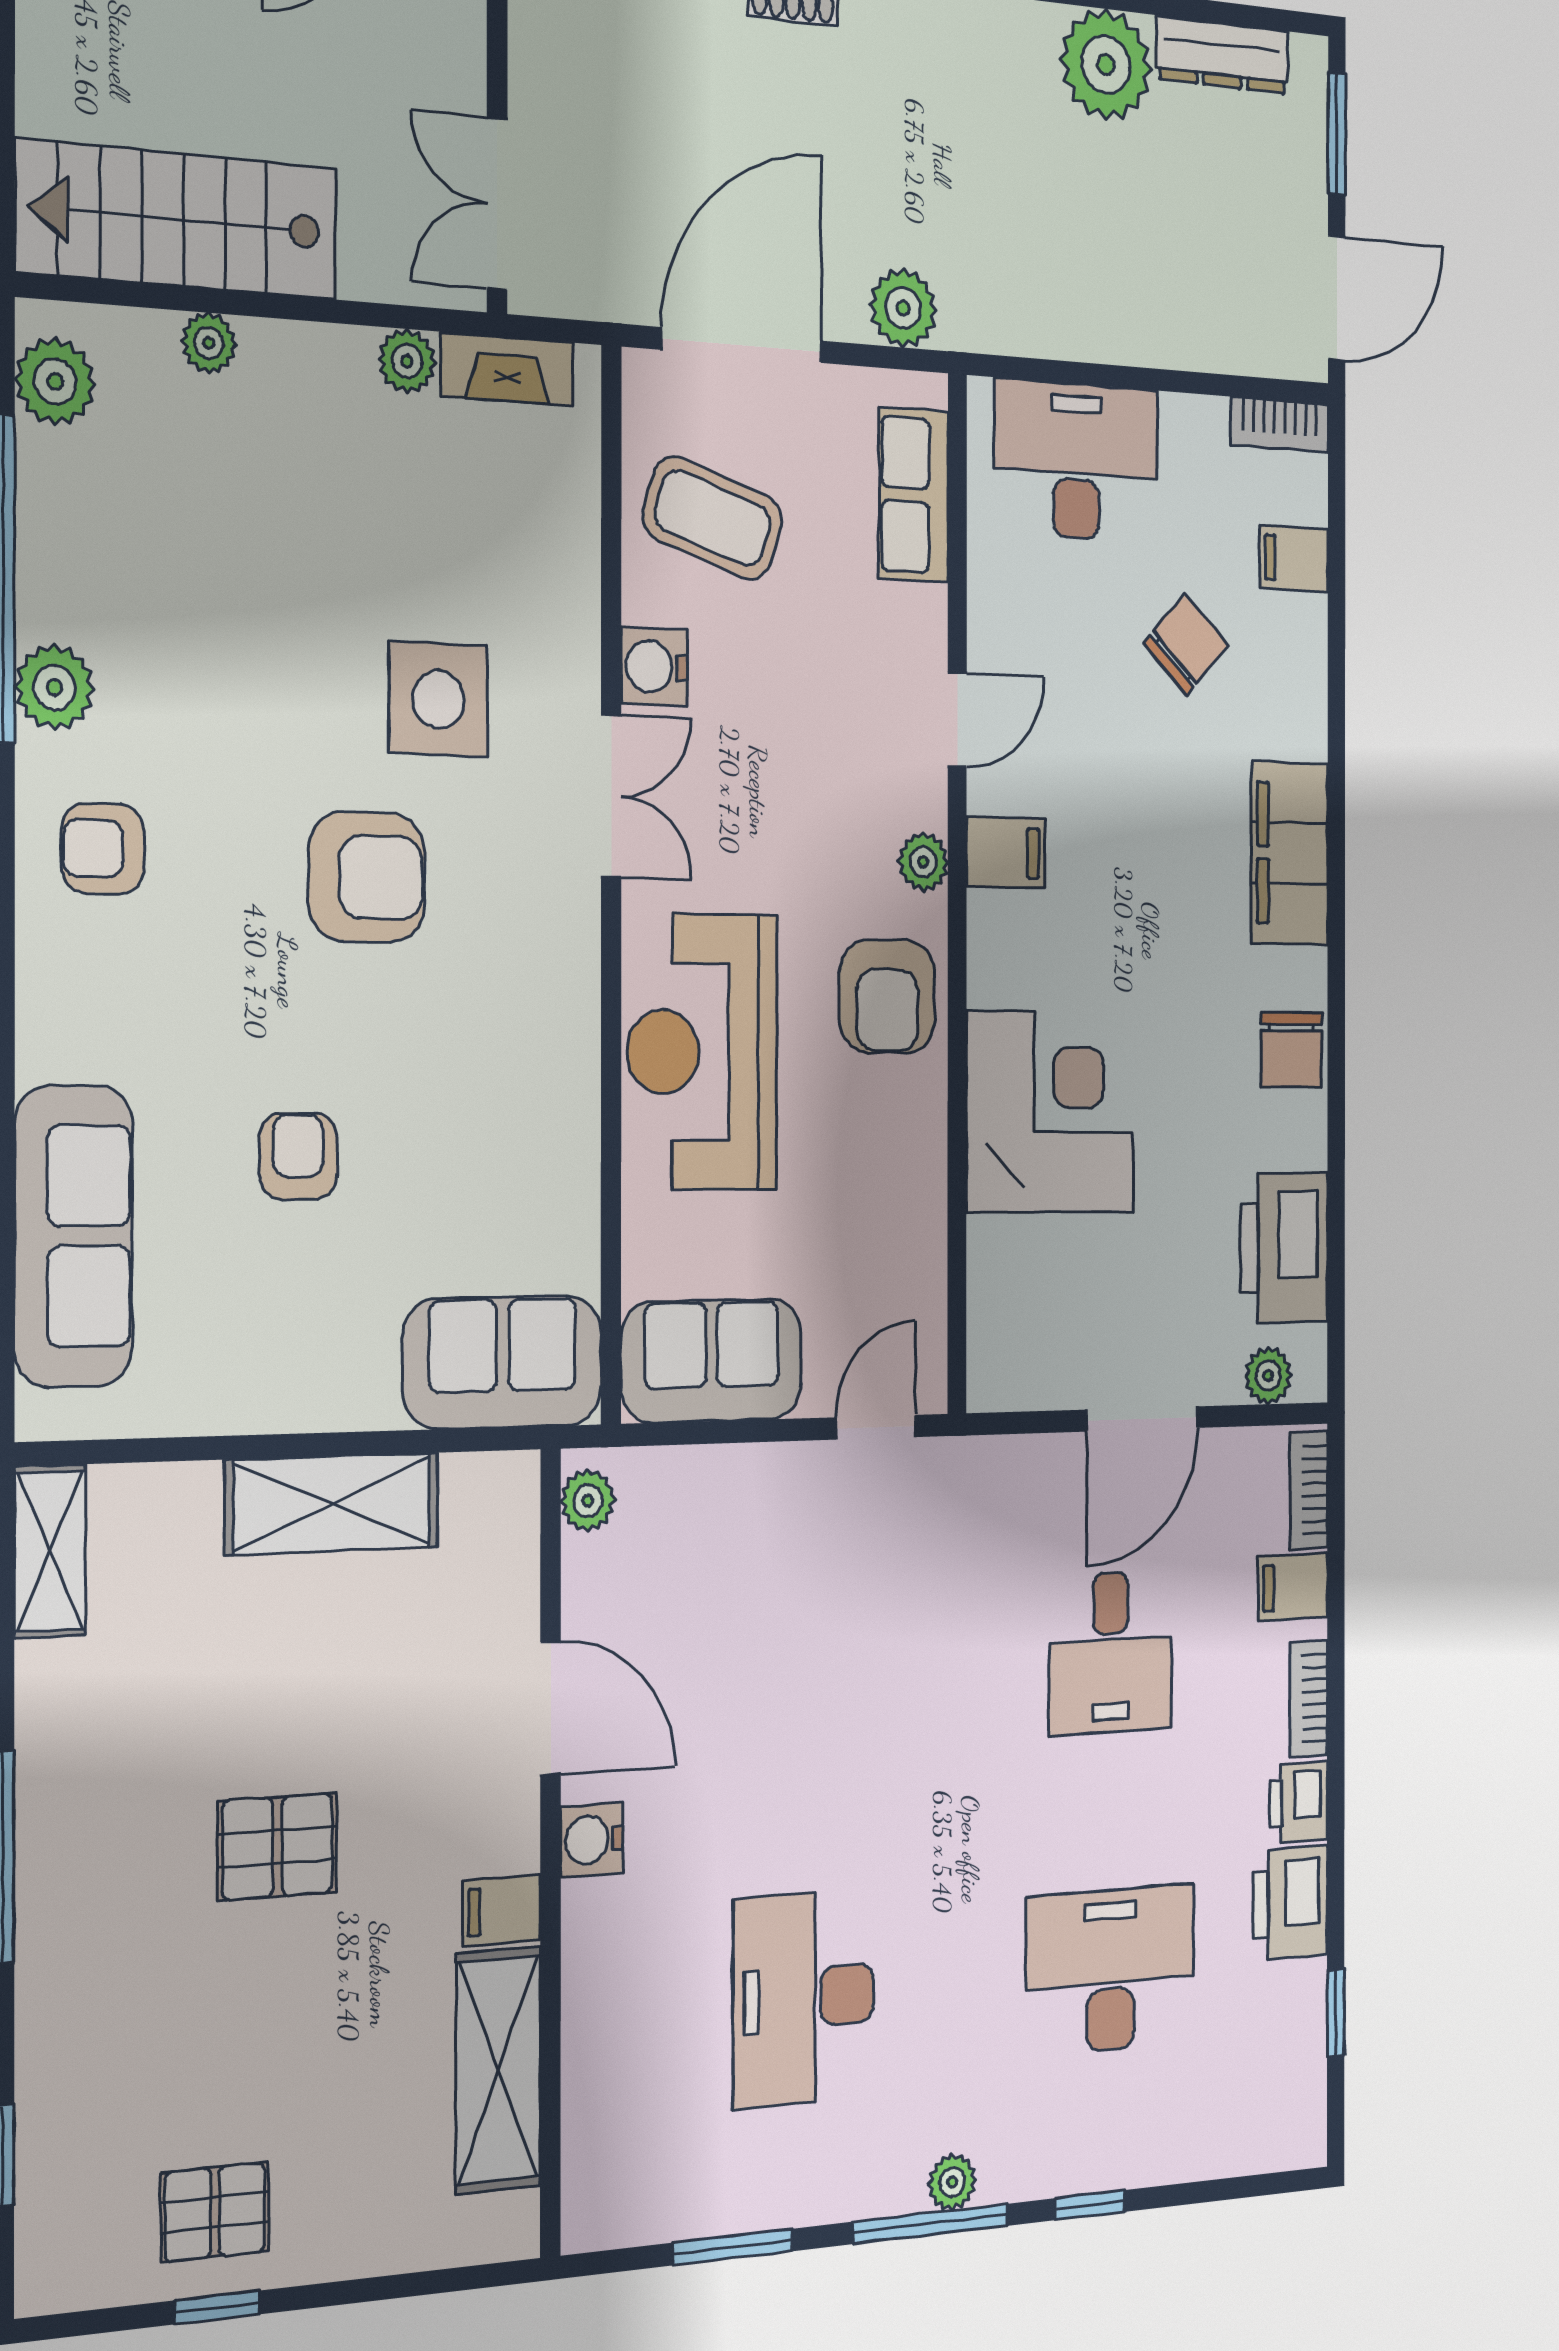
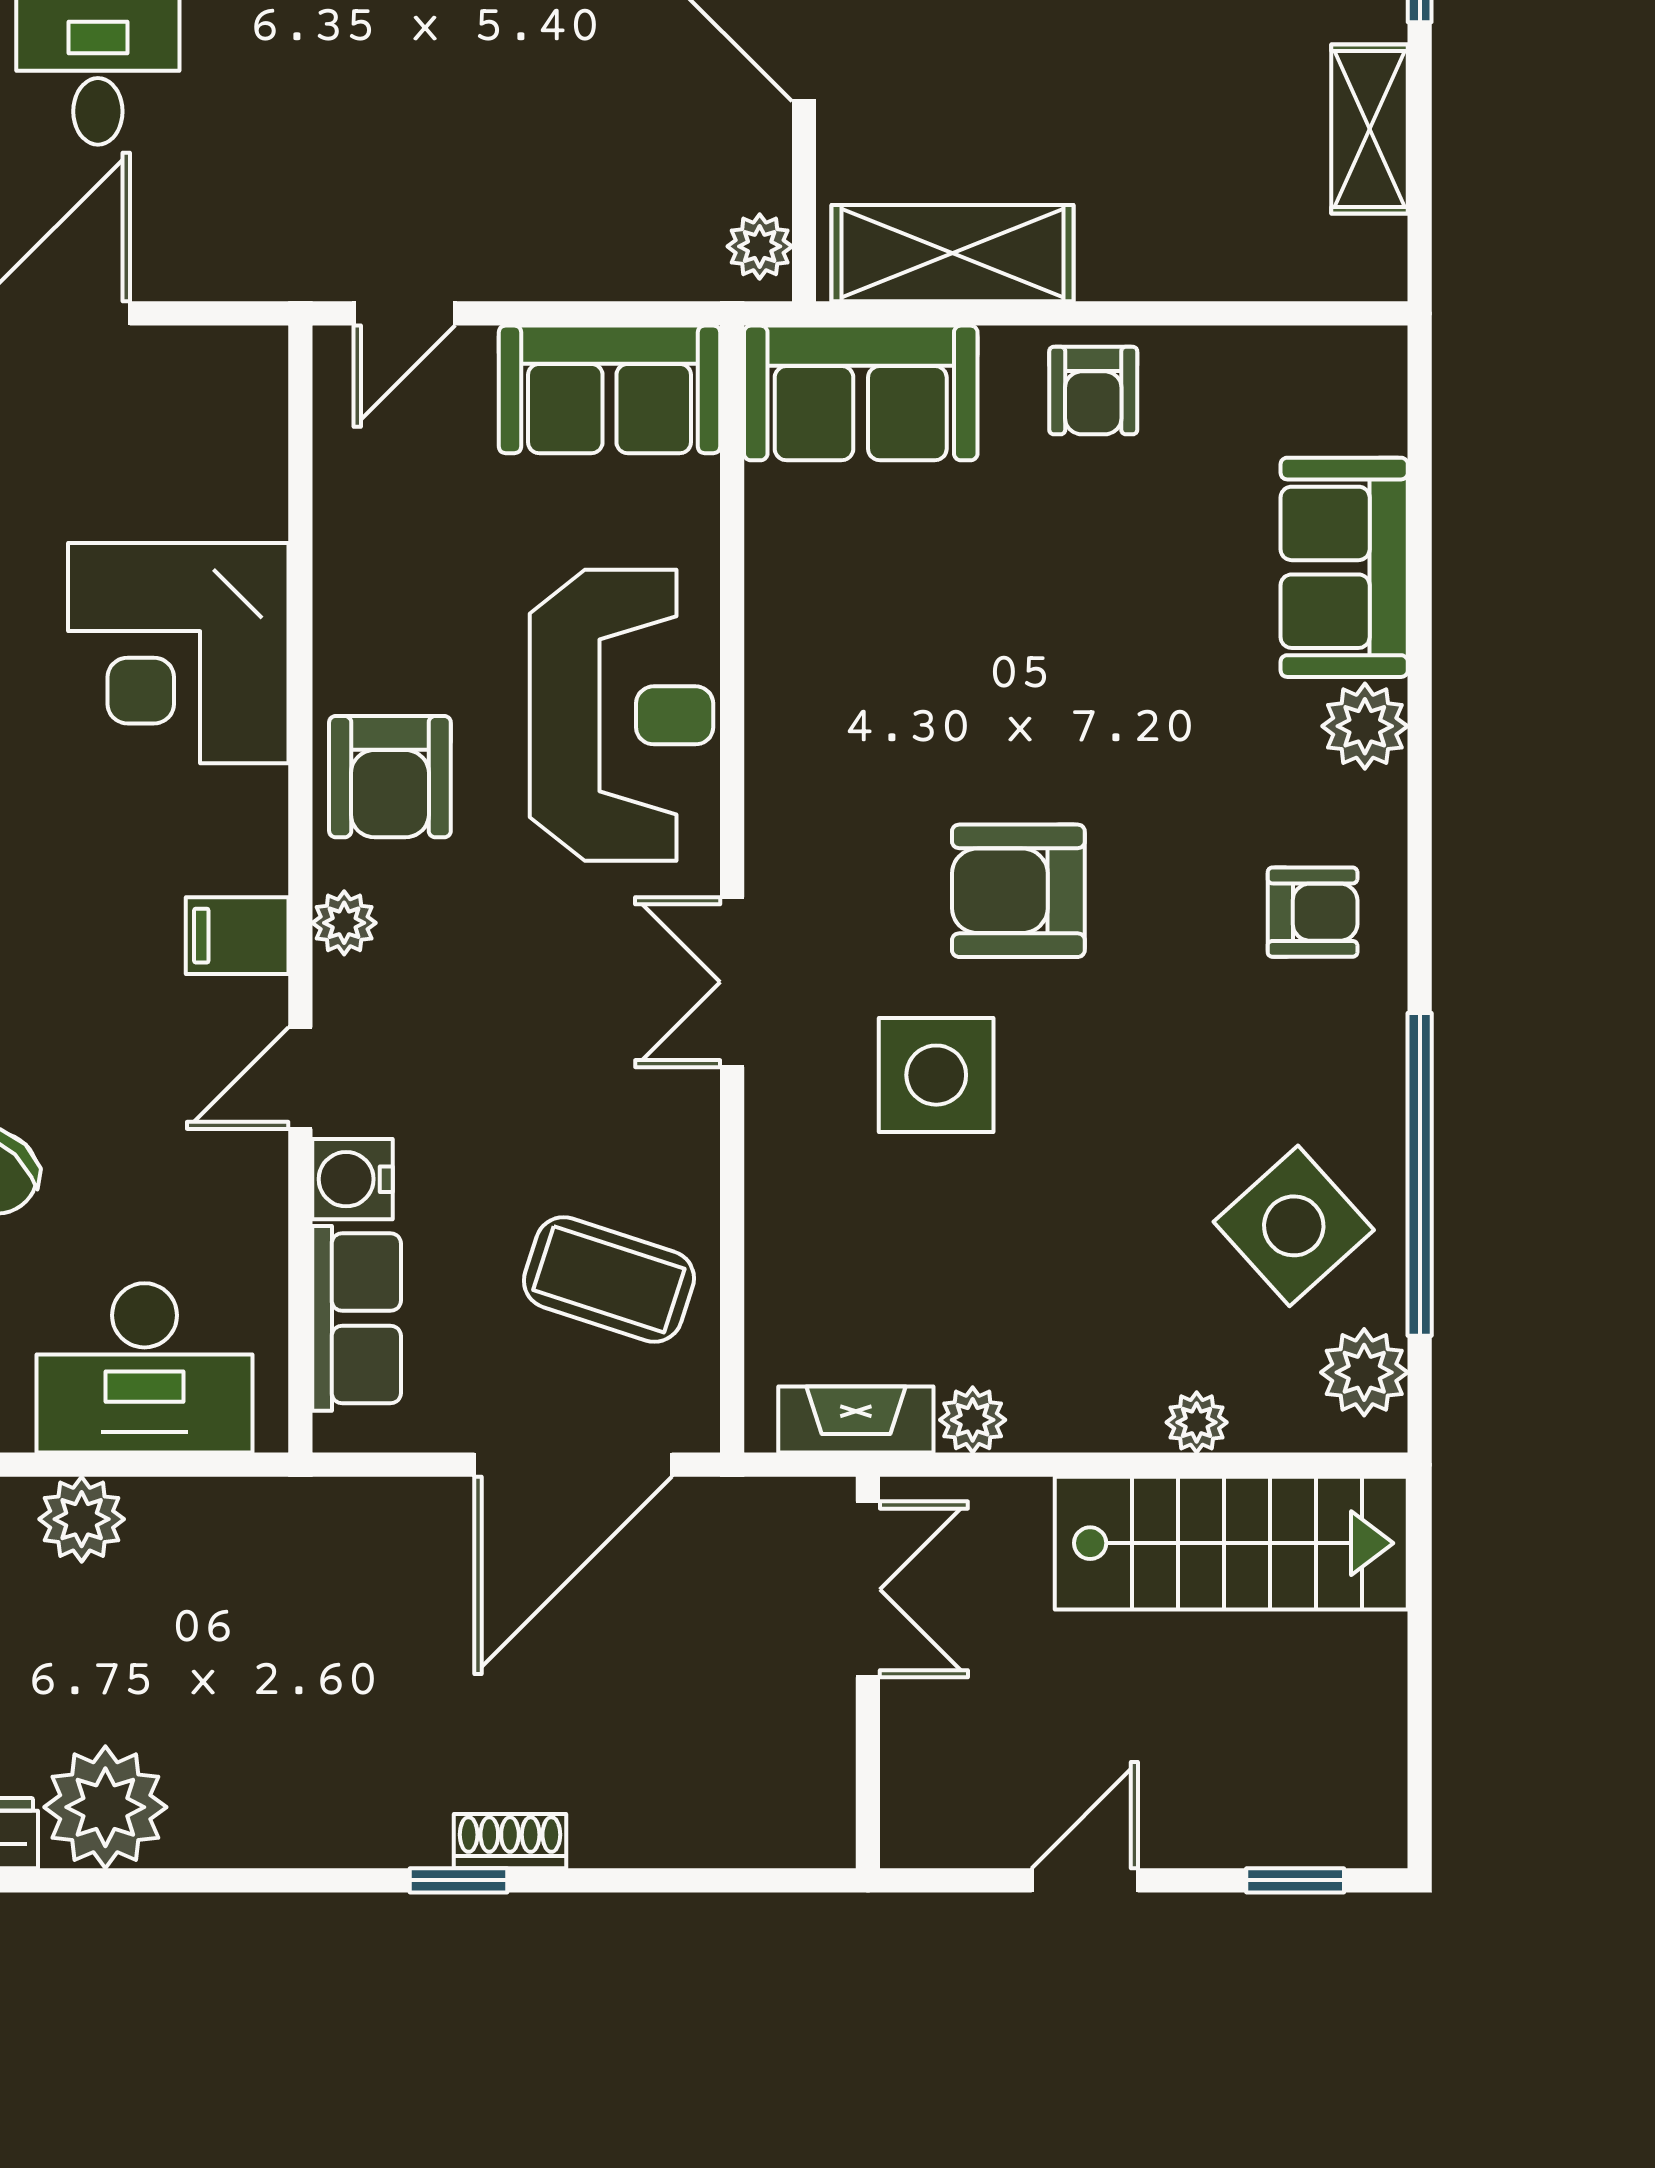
plant: (903, 308) -> (82, 1519), moved
side table: (120, 534) -> (1294, 1226), added
water cooler: (654, 666) -> (353, 1179), moved, turned 180
plant: (55, 687) -> (1365, 726), moved
armchair: (887, 997) -> (390, 777), turned 180
armchair: (298, 1156) -> (1093, 391), moved
sofa: (74, 1236) -> (1344, 567), width x0.73
shelving: (332, 1504) -> (952, 253), moved
shelving: (50, 1551) -> (1369, 129), moved

